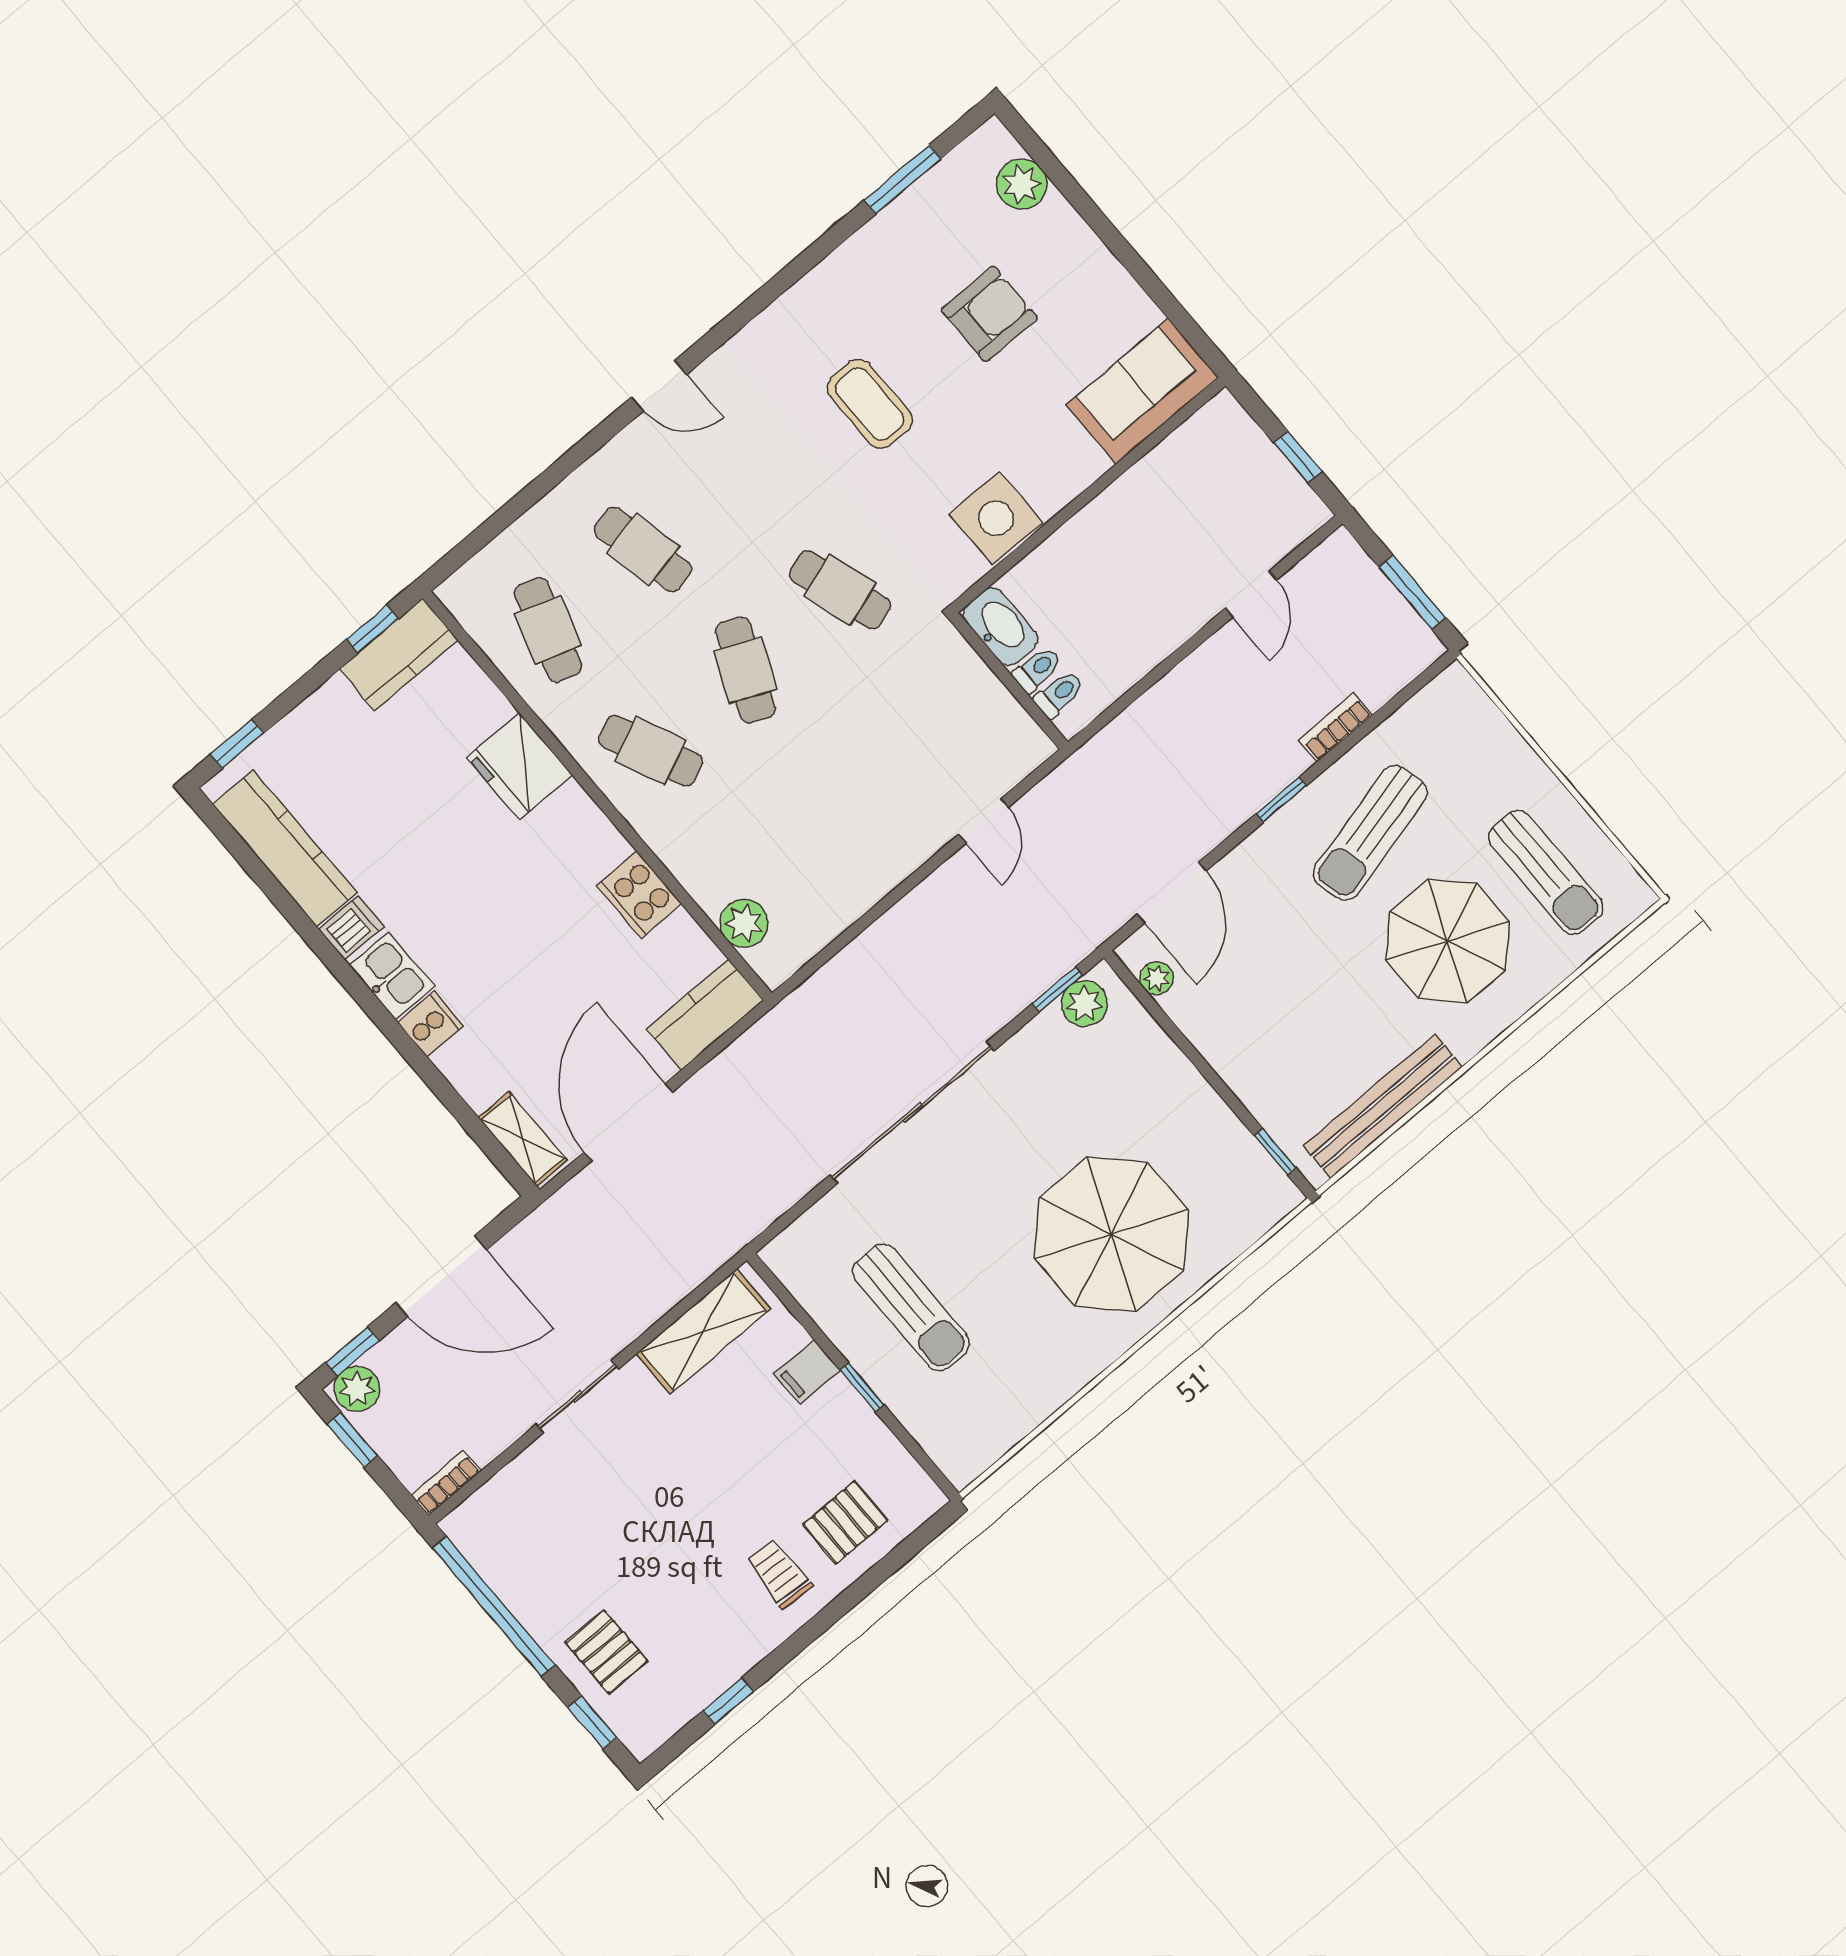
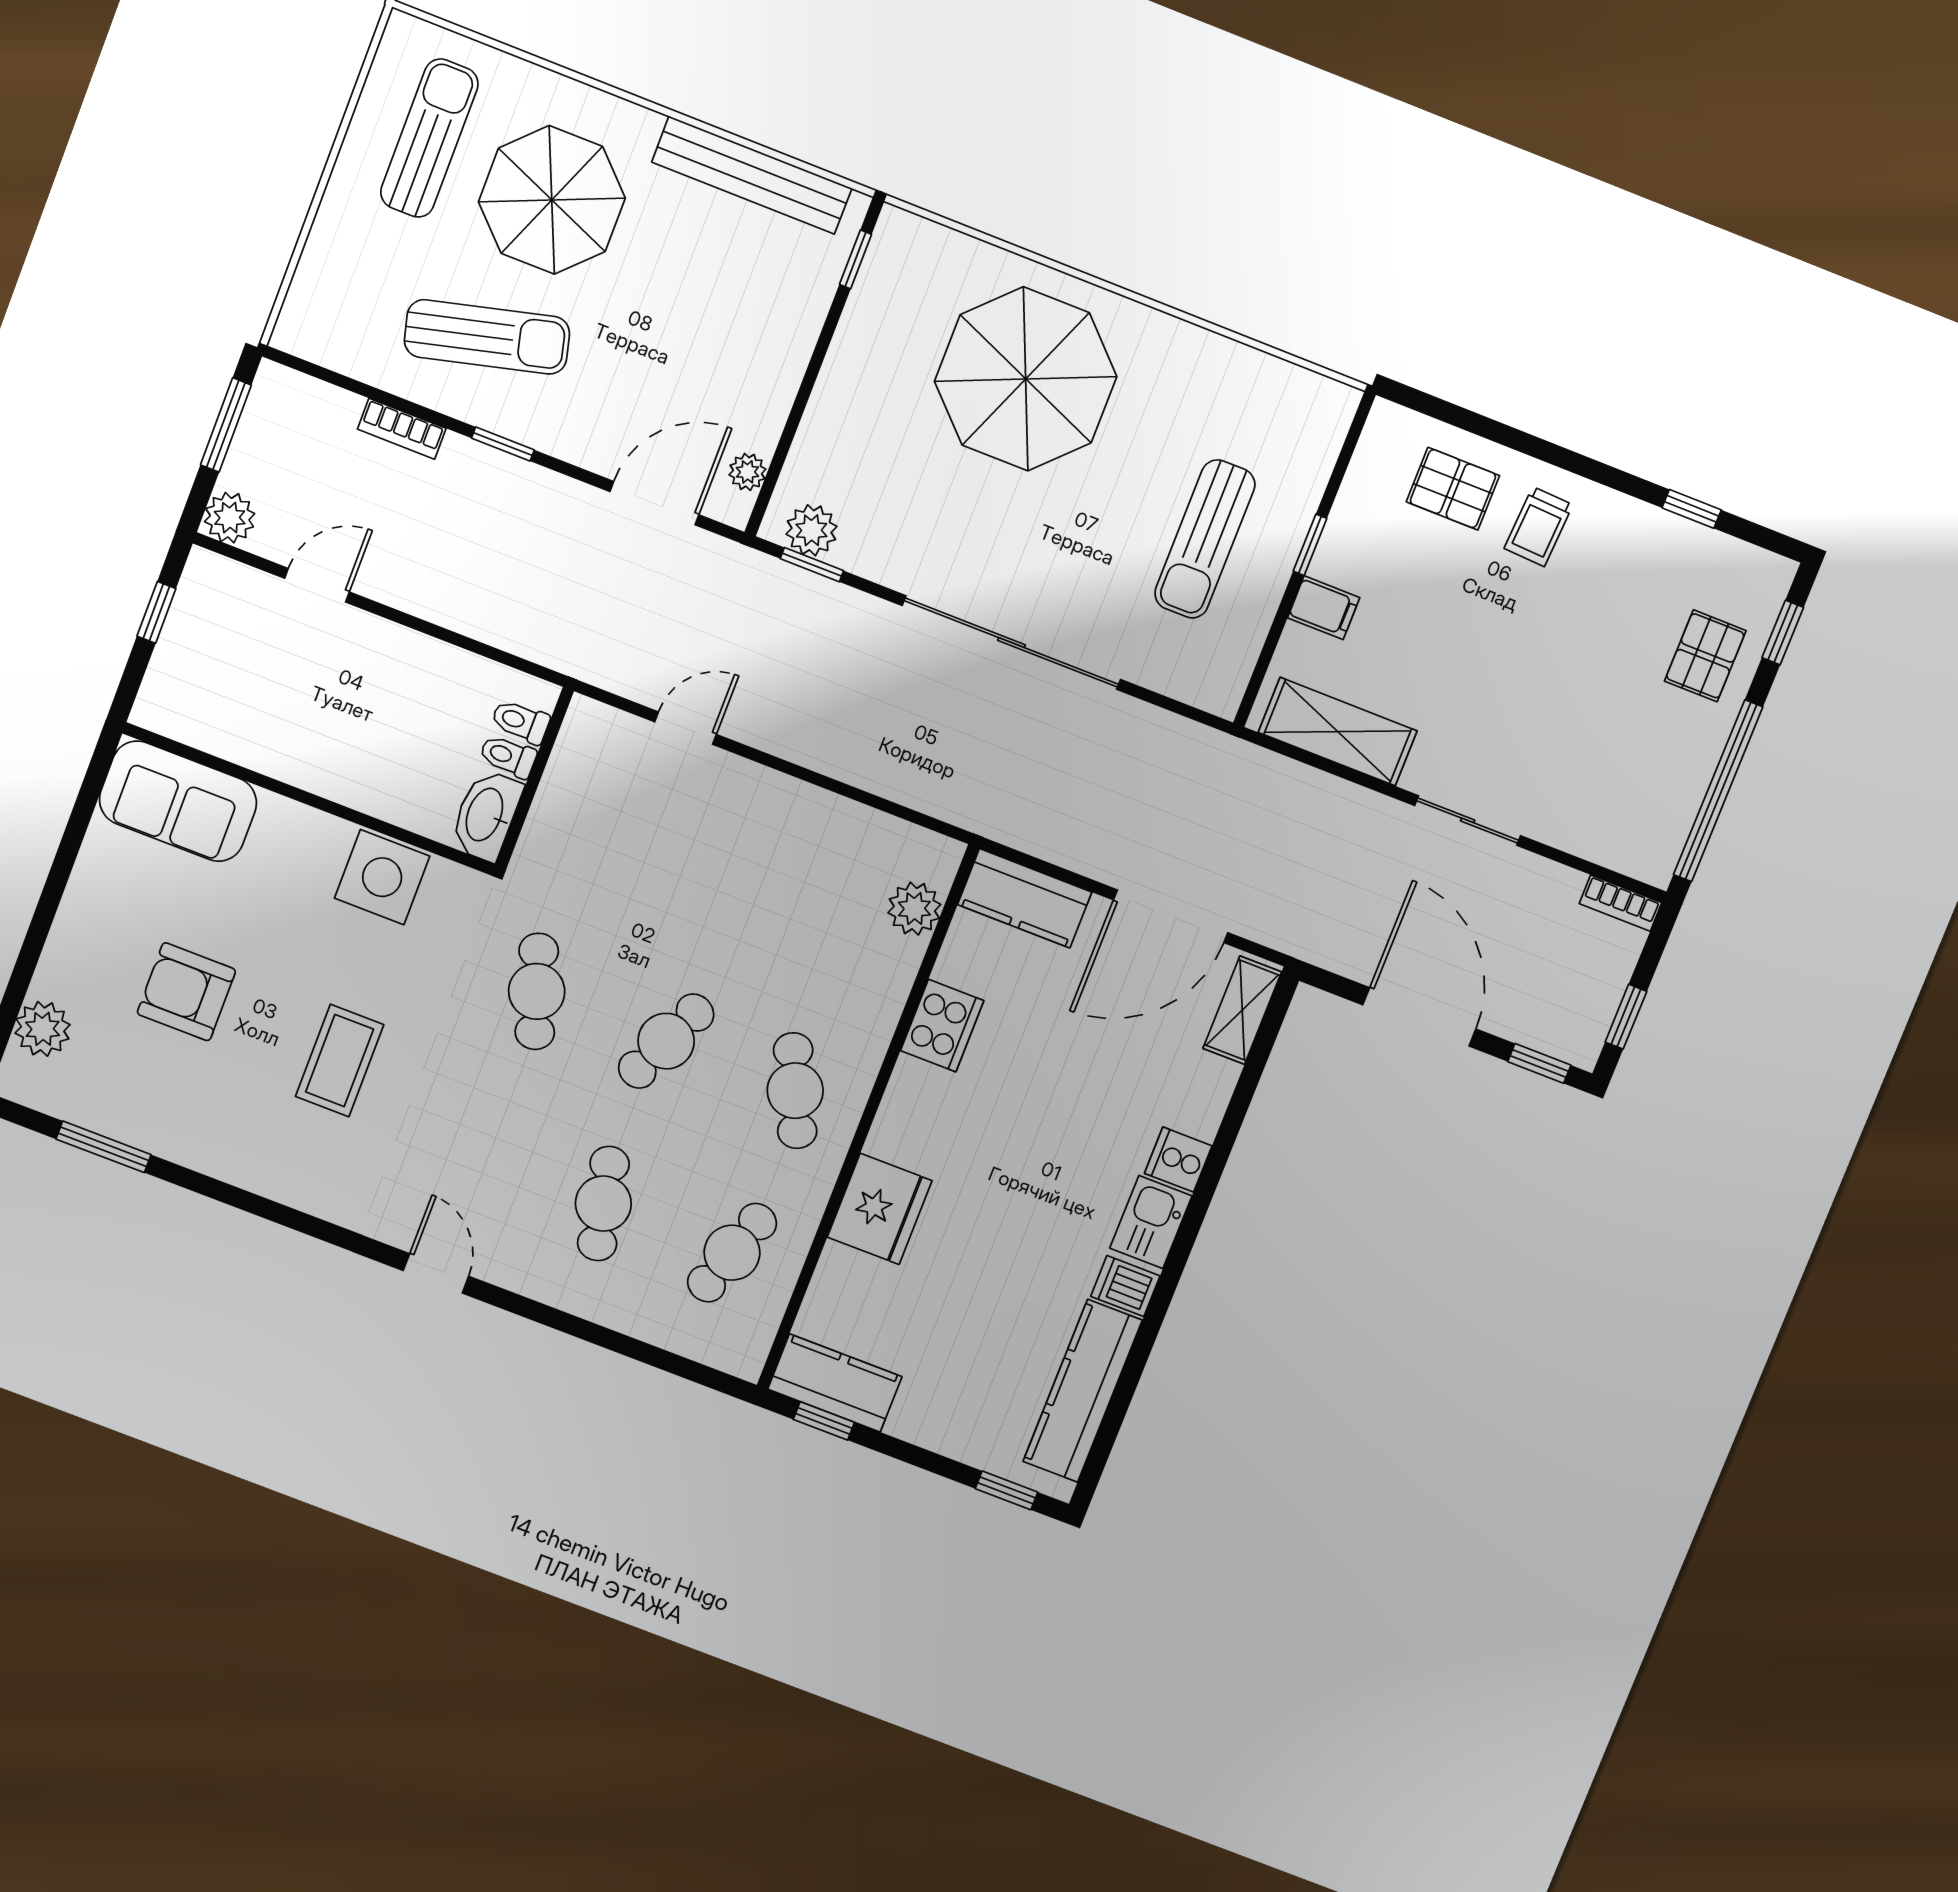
sun lounger: (911, 1307) -> (1205, 539), turned 180
plant: (357, 1389) -> (230, 518), moved

